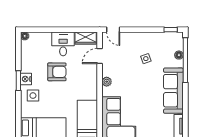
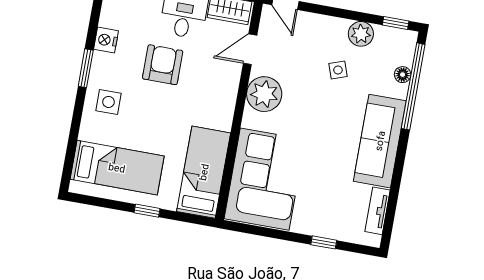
plant: (154, 38) -> (361, 34), added
armchair: (57, 72) -> (163, 65), turned -90
nightstand: (26, 79) -> (106, 40), moved
plant: (107, 82) -> (264, 94), width x1.88, depth x1.88

